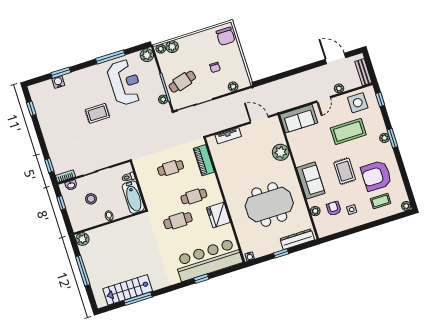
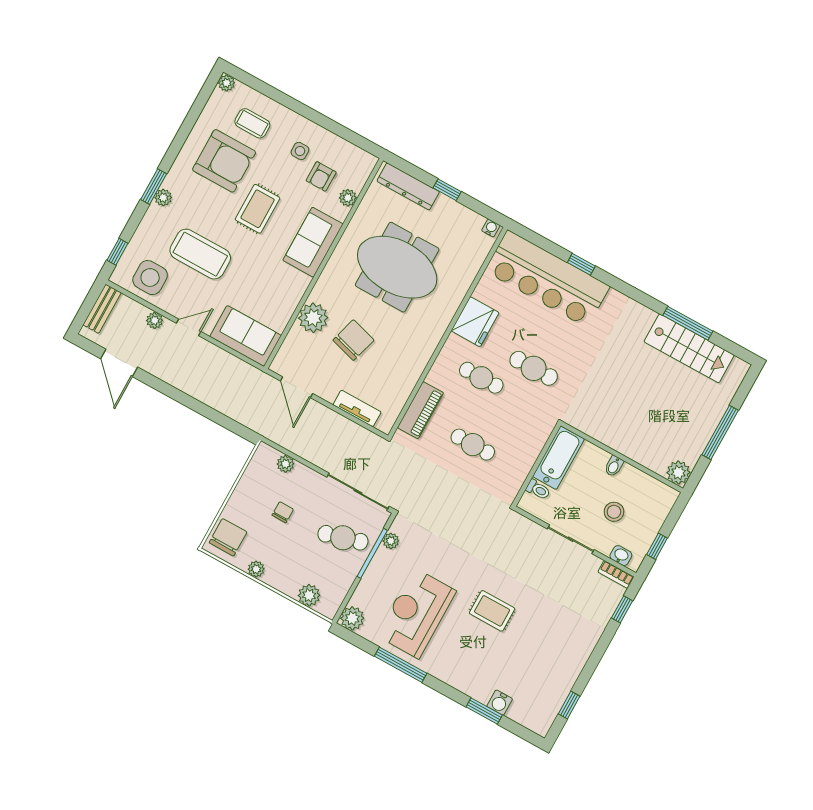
plant: (161, 49) -> (256, 569), moved
chair: (257, 160) -> (353, 340), added

